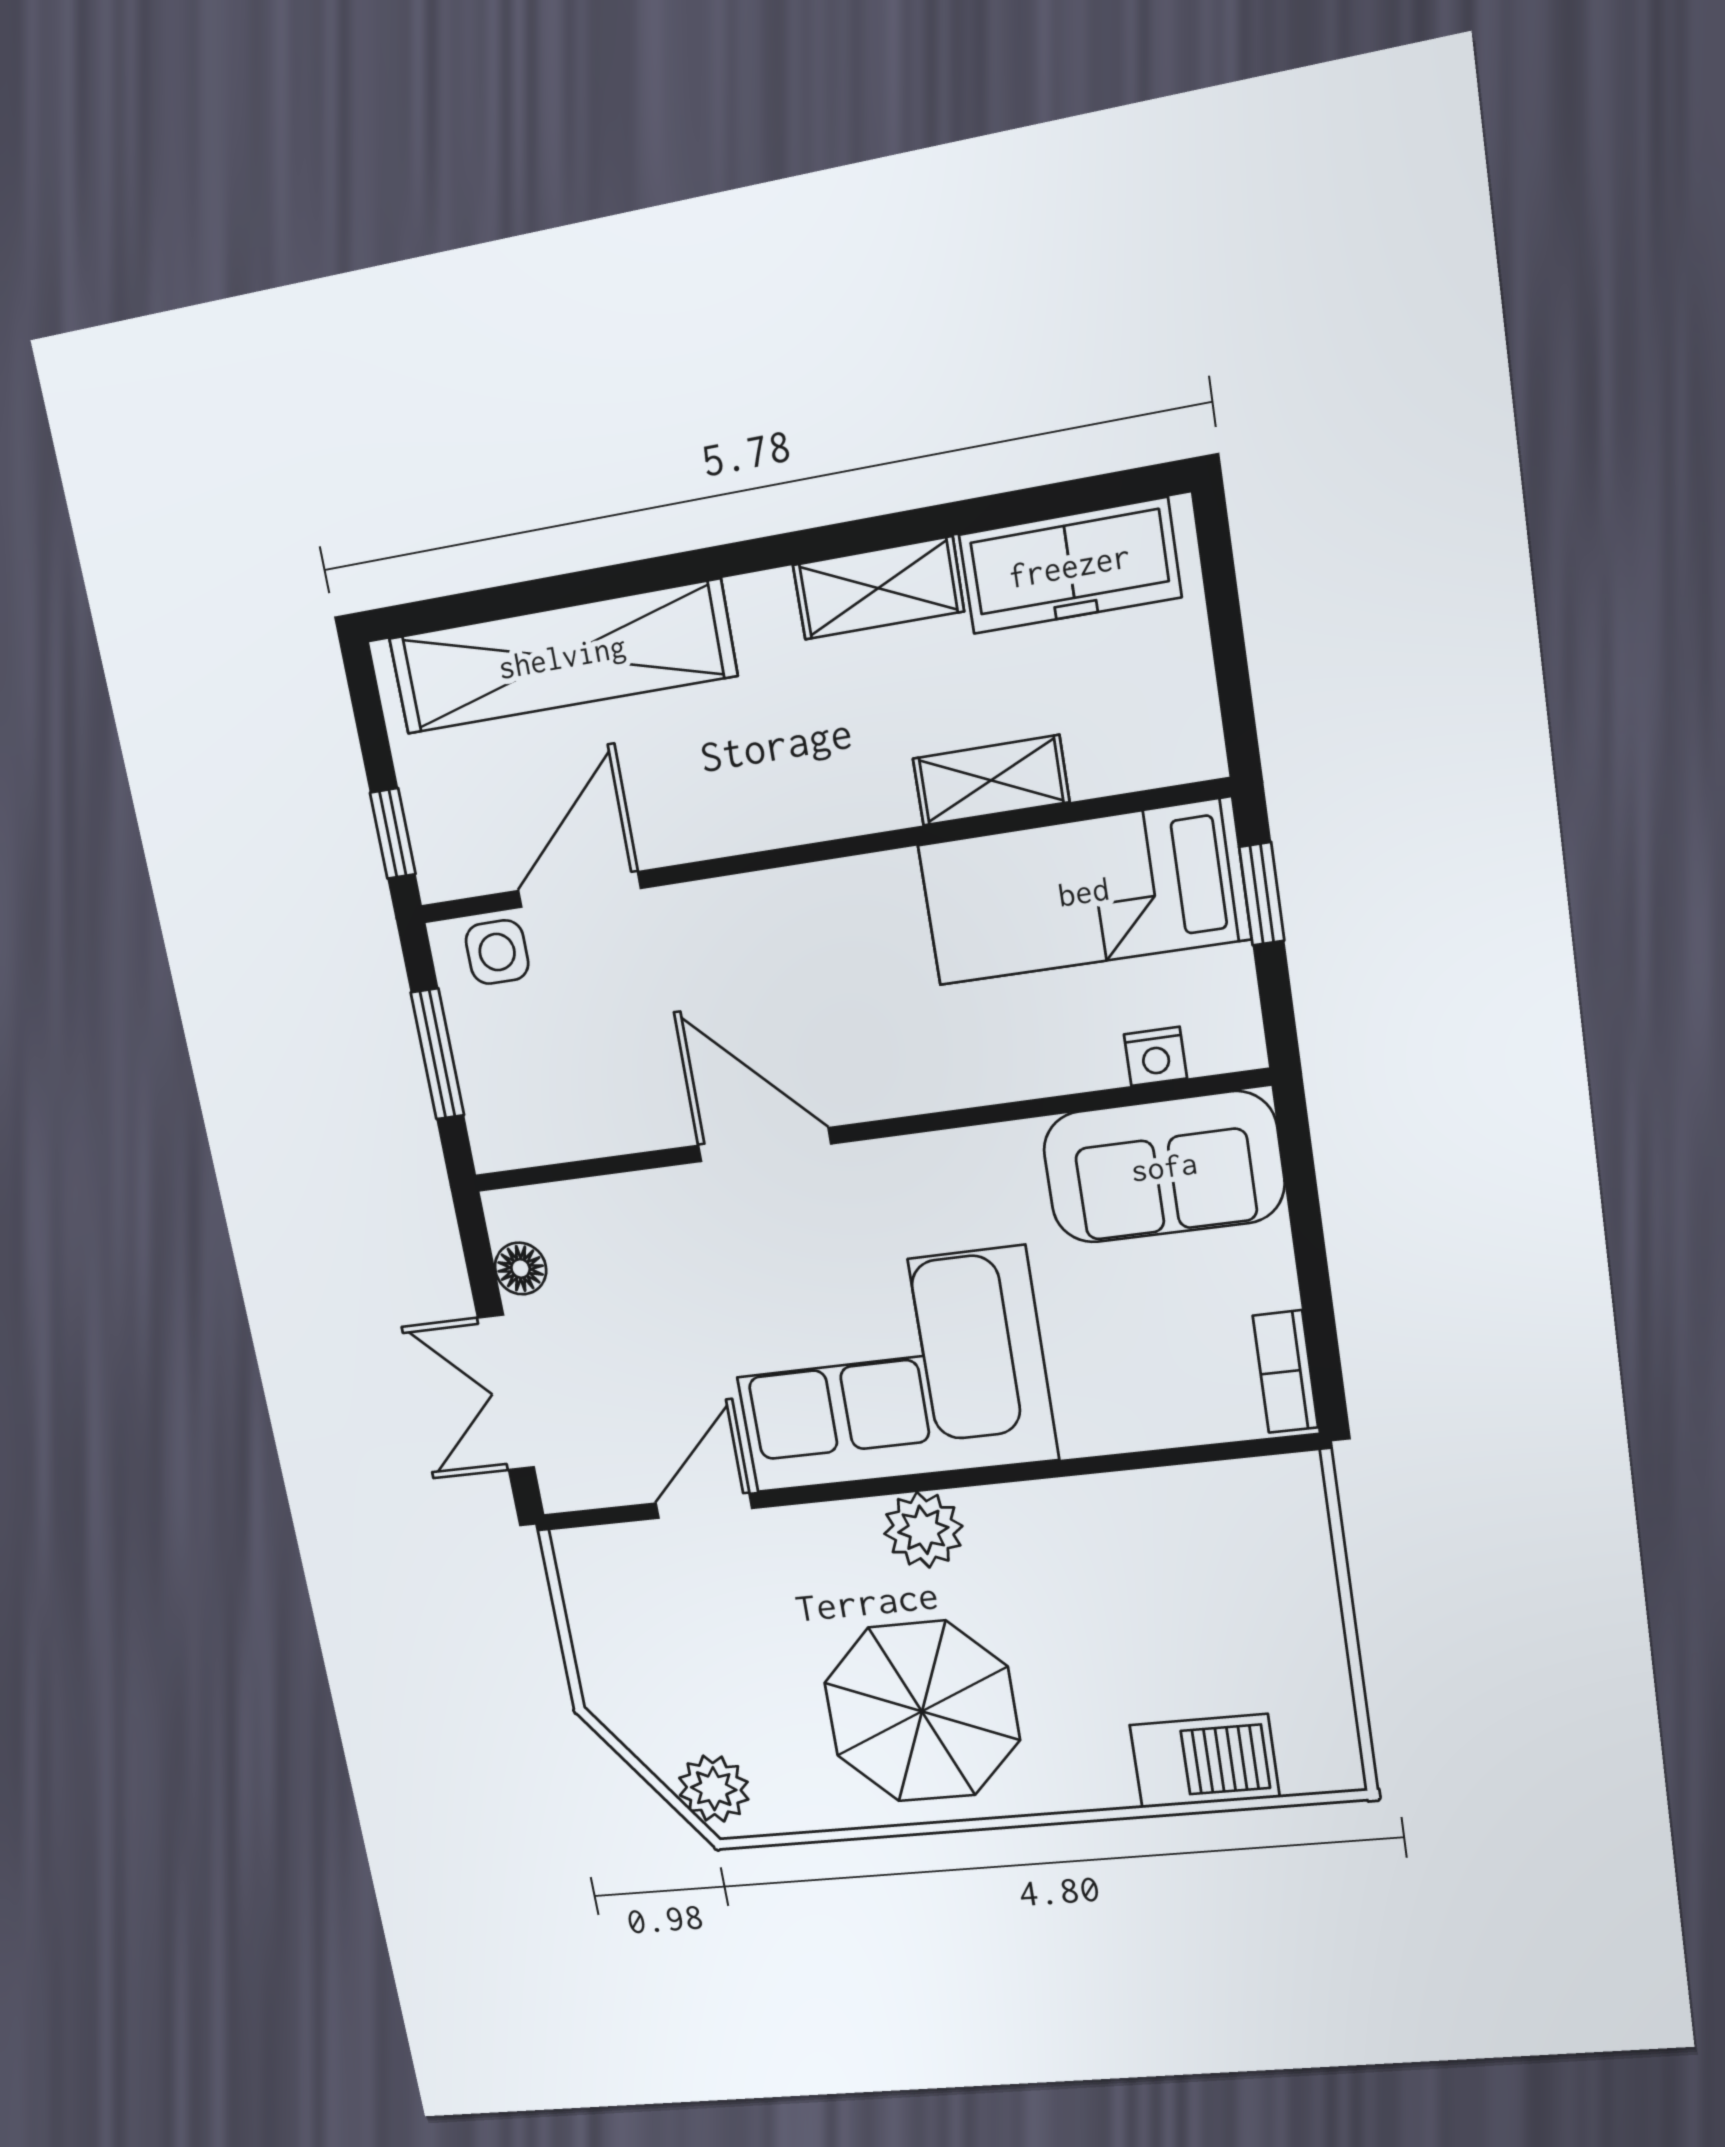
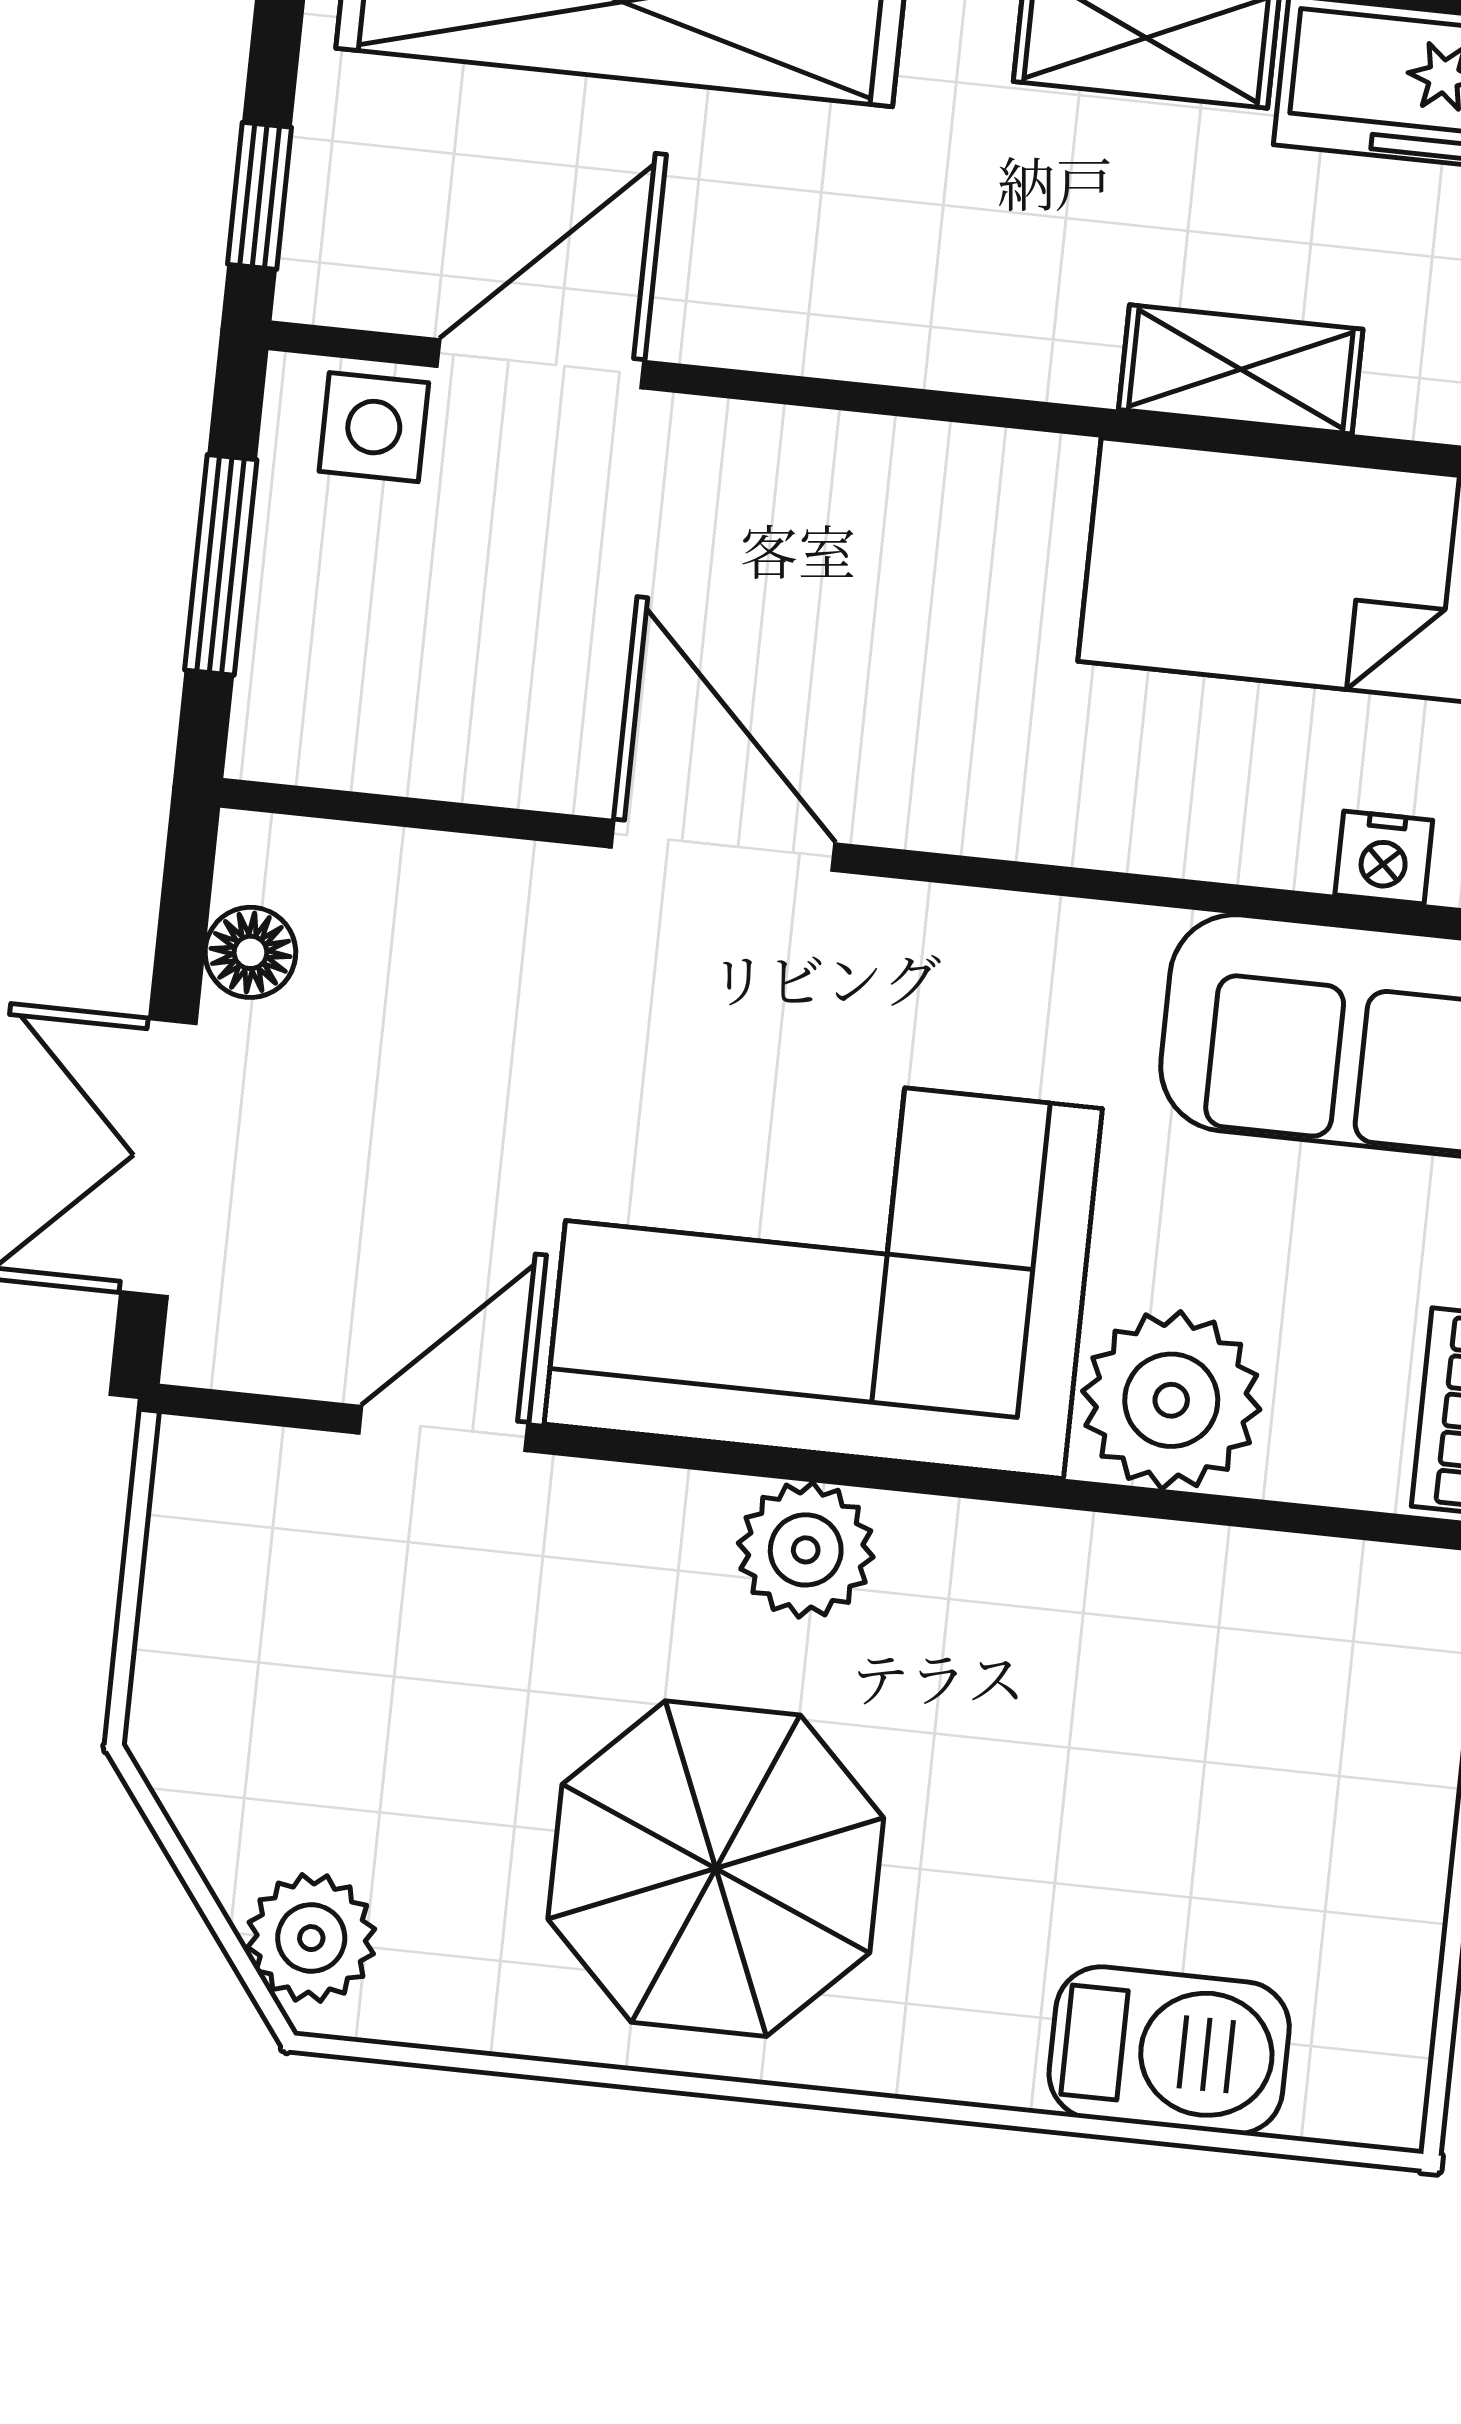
plant: (1111, 1402) -> (1171, 1400), added

